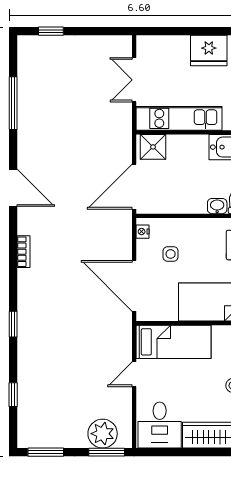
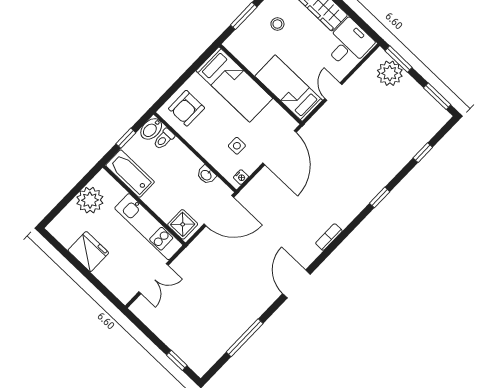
washbasin: (217, 206) -> (206, 175), moved
door: (134, 374) -> (333, 92), swing flipped

